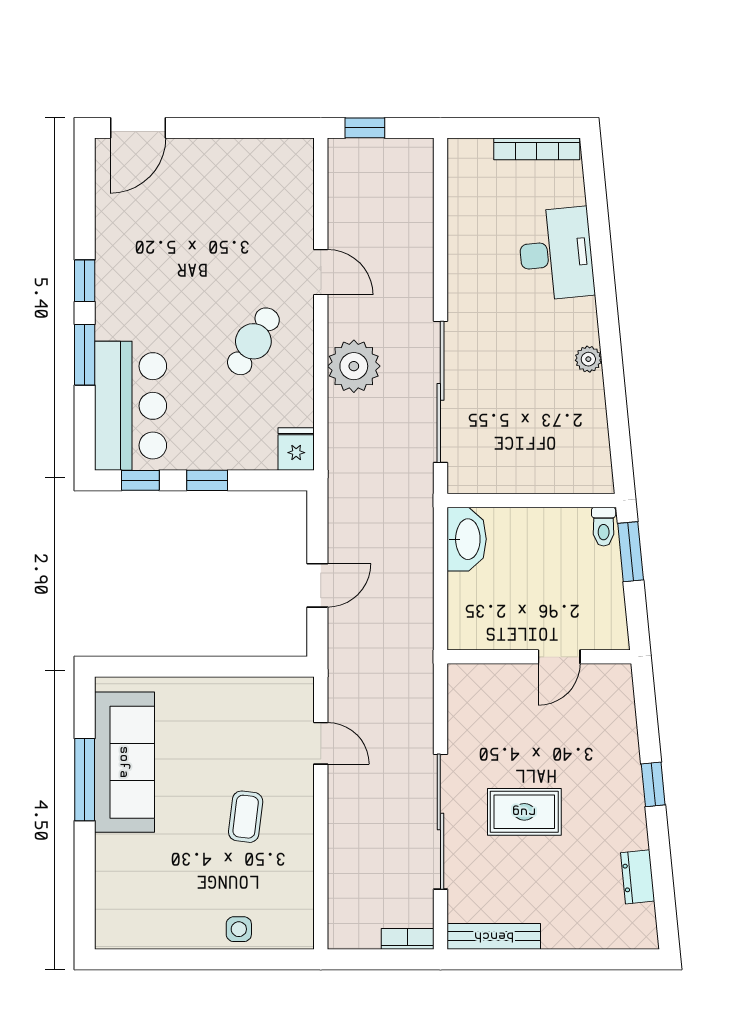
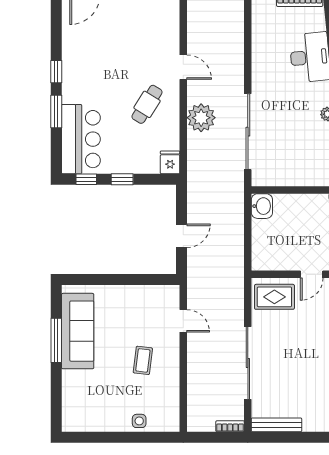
washbasin: (467, 539) -> (262, 206), width x0.72
rug: (524, 812) -> (274, 297), moved

